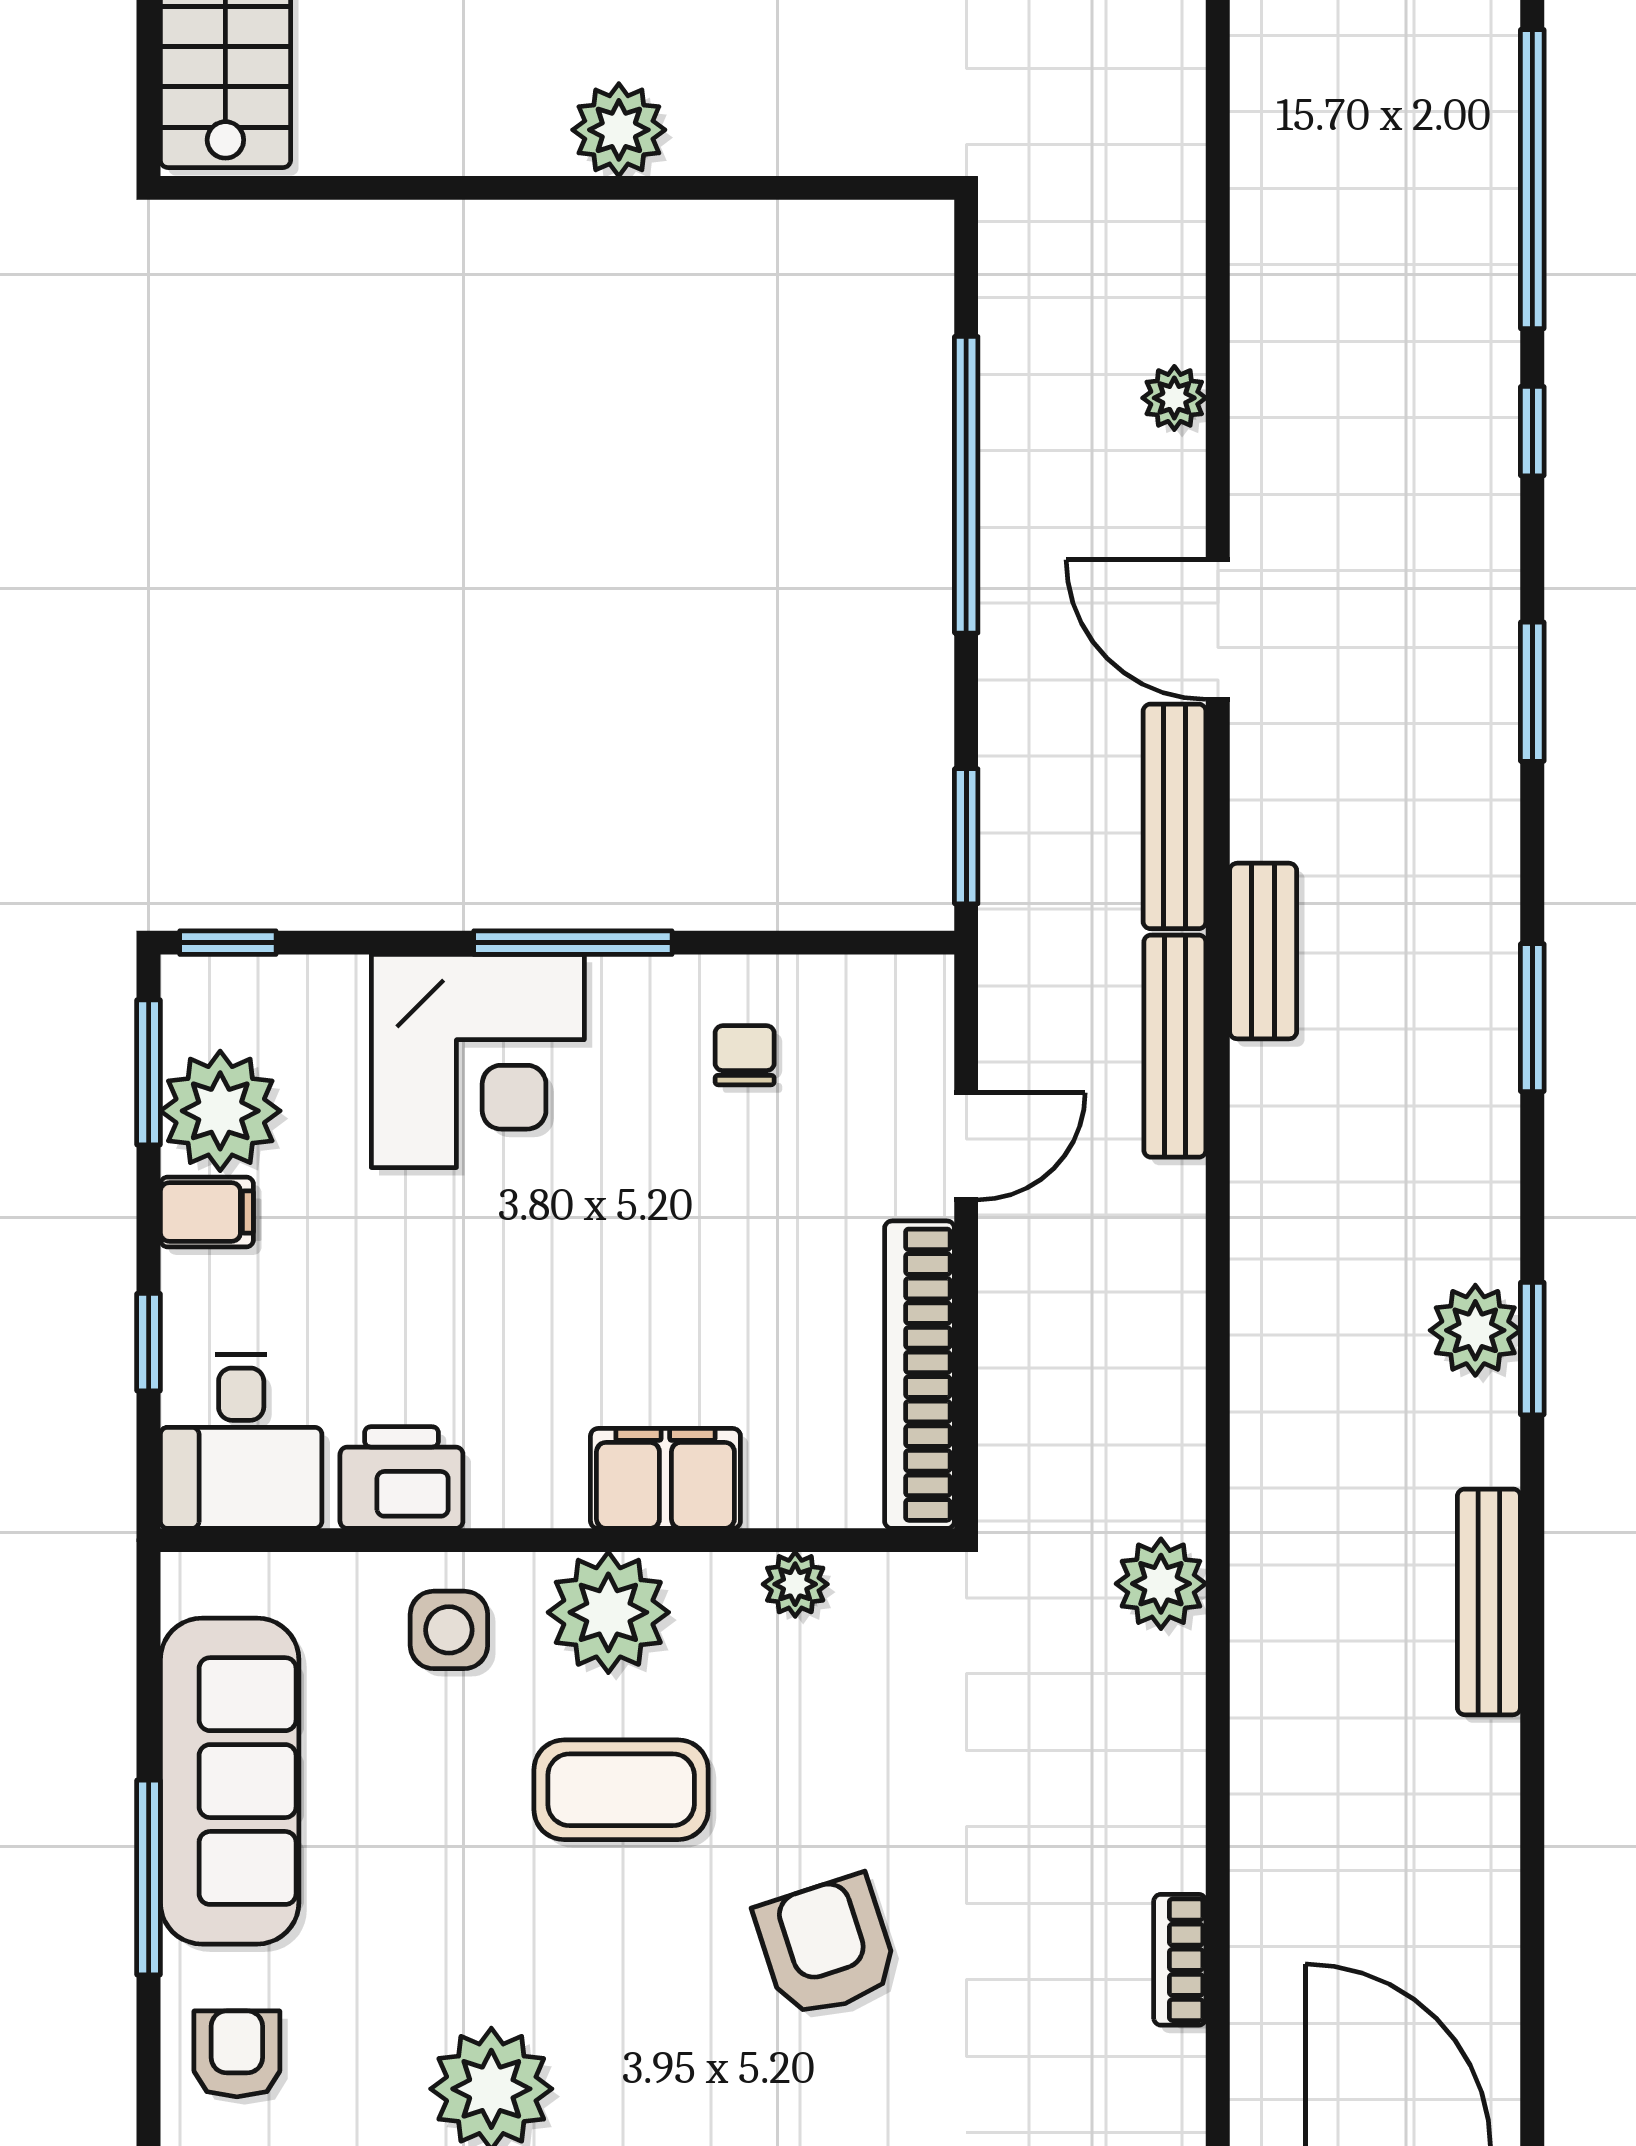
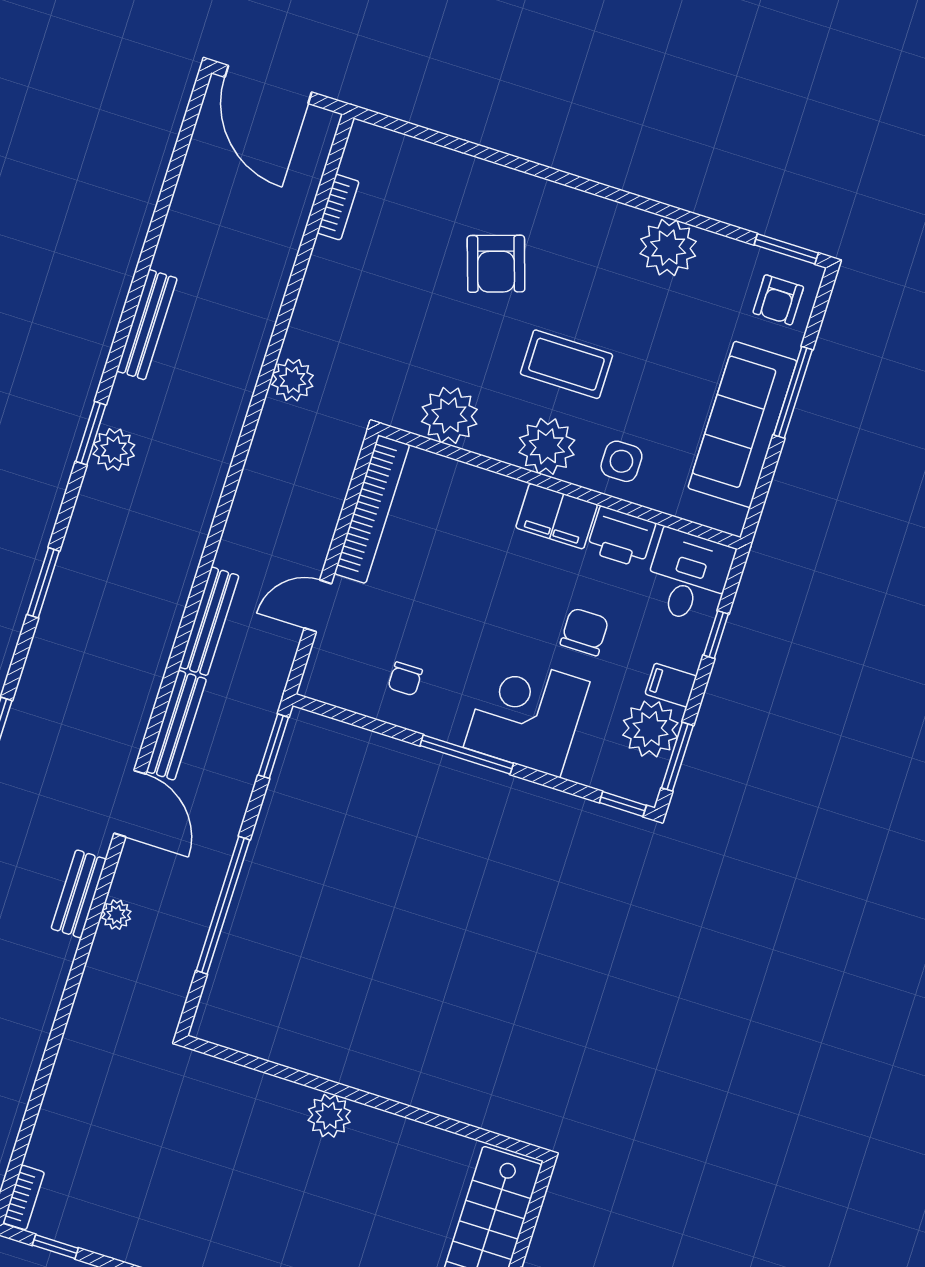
bench: (1263, 951) -> (79, 894), moved
chair: (414, 1264) -> (584, 632), added
filing cabinet: (665, 1478) -> (557, 516), moved
plant: (795, 1584) -> (449, 415), width x1.87, depth x1.87

